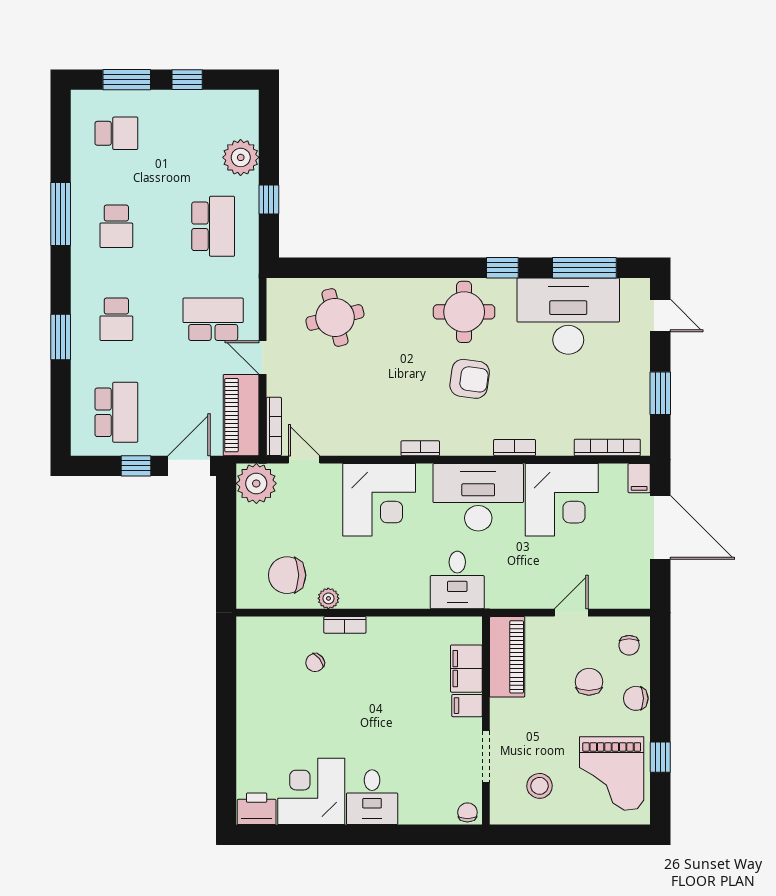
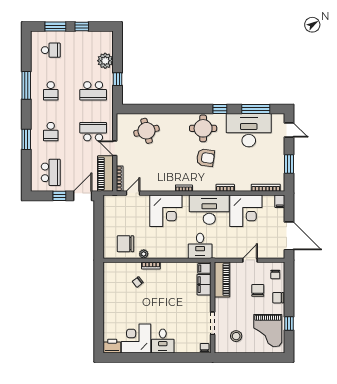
school desk: (213, 226) -> (93, 91), turned 90
door: (304, 460) -> (133, 193), hinge flipped
plant: (256, 483) -> (112, 204), removed
door: (660, 527) -> (289, 236), moved
filing cabinet: (467, 706) -> (204, 268), moved

